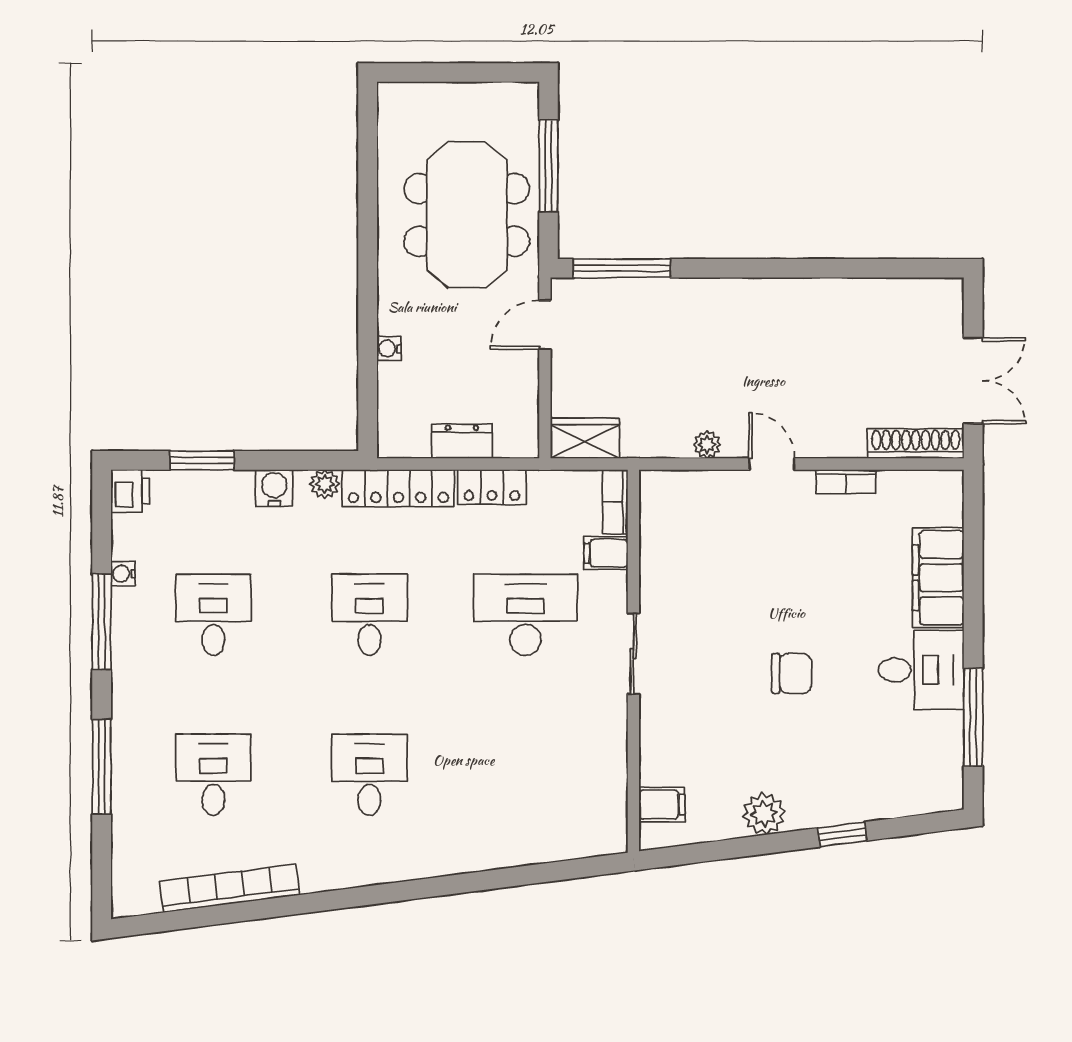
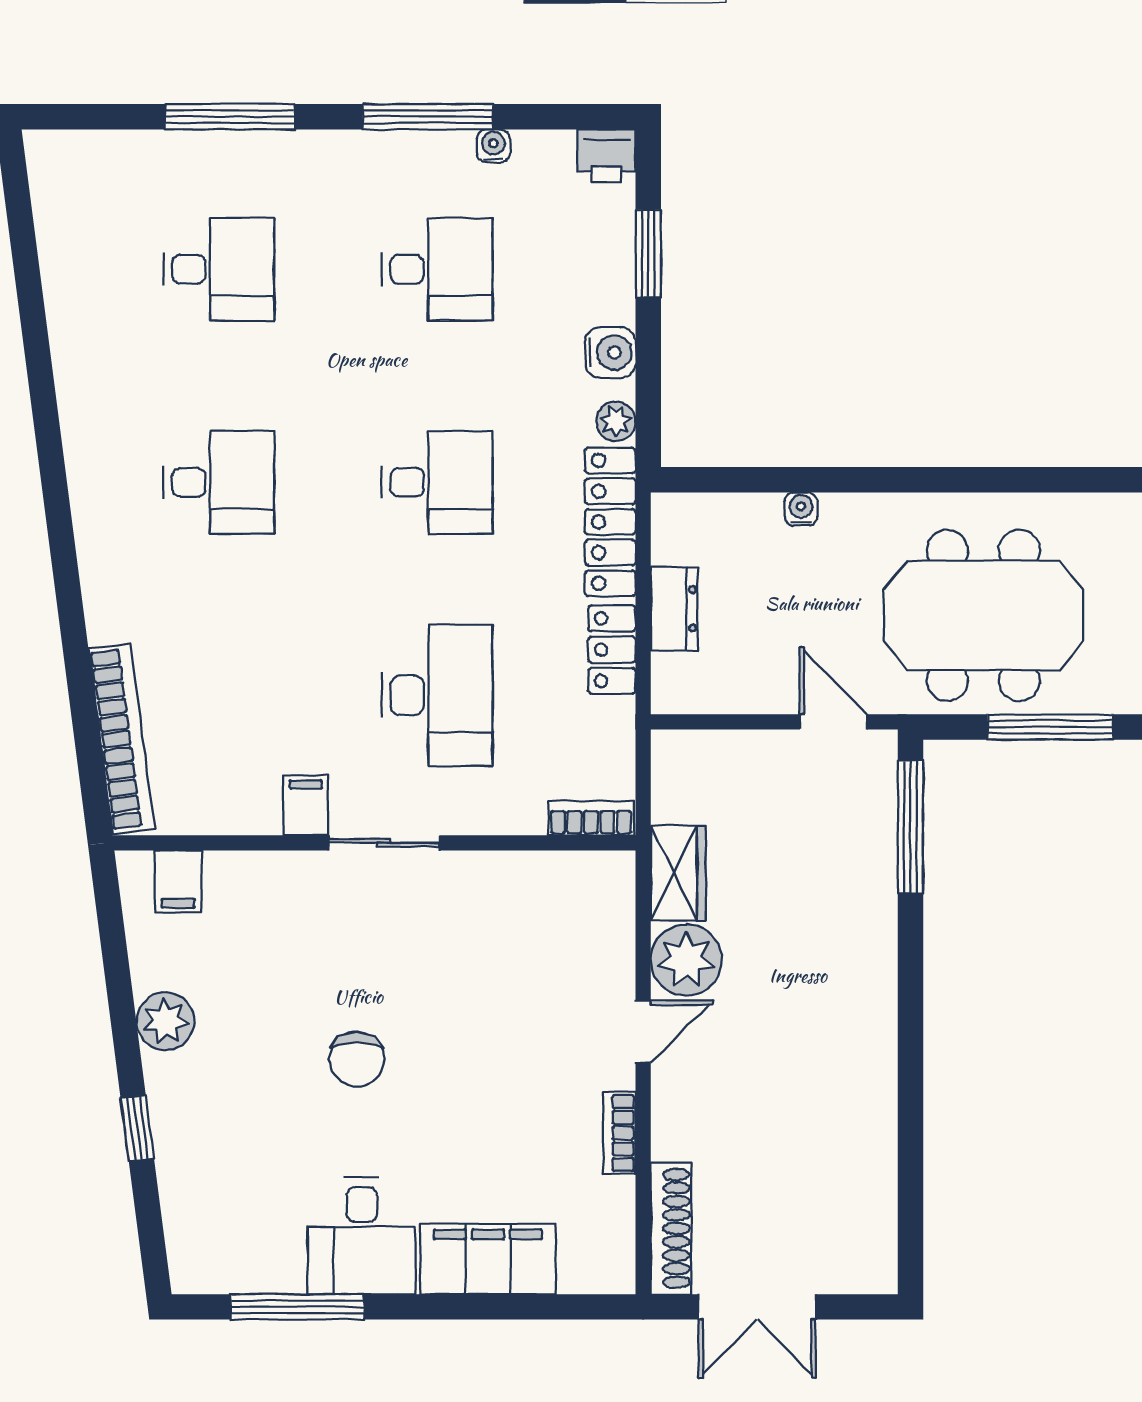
wardrobe: (585, 438) -> (678, 873), moved
plant: (707, 445) -> (686, 960), width x1.87, depth x1.87
filing cabinet: (606, 553) -> (306, 805), moved
bookcase: (230, 888) -> (121, 739), moved

